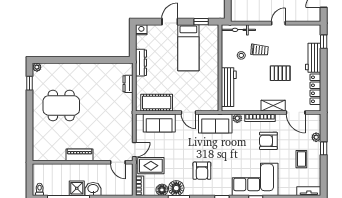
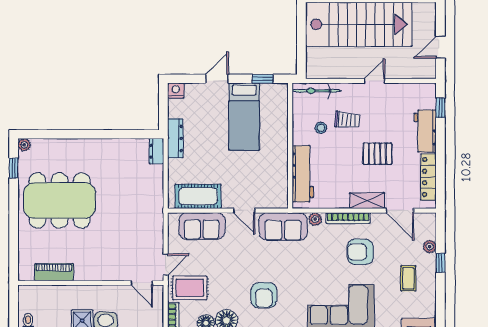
dresser: (128, 84) -> (156, 151), moved
dining table: (61, 105) -> (60, 200), width x1.36, depth x1.24
piano: (80, 155) -> (54, 272), moved

